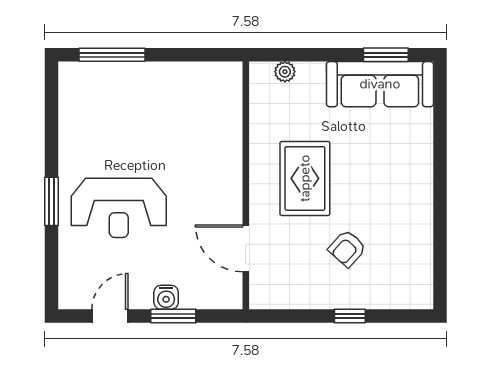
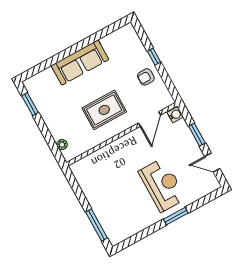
sofa: (380, 84) -> (80, 63), moved, turned 90
armchair: (347, 248) -> (146, 77), moved, turned 138
water cooler: (166, 297) -> (175, 115), moved

